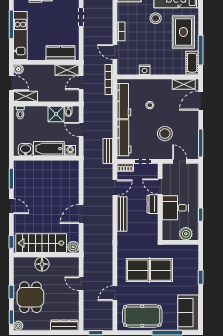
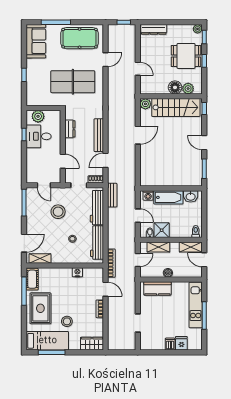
boiler: (18, 69) -> (168, 273), moved
shelving: (67, 70) -> (158, 247), moved
dresser: (152, 204) -> (70, 129), moved
desk: (175, 208) -> (39, 136), moved, turned 180
plant: (28, 263) -> (188, 89), added
dining table: (30, 297) -> (186, 56), turned 90

